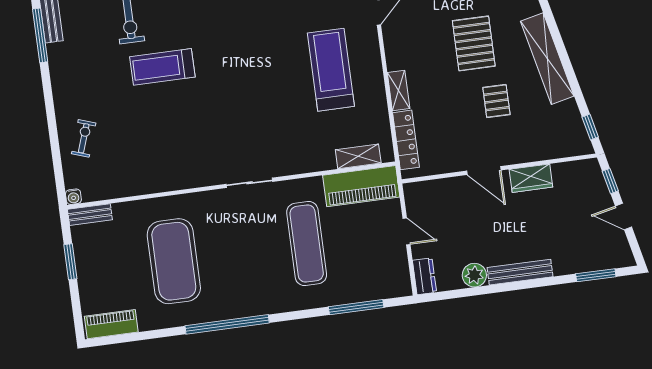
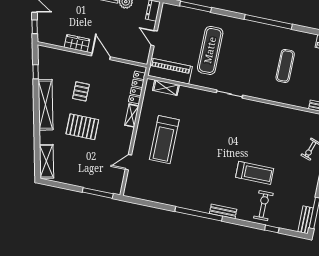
pallet: (474, 43) -> (82, 127), turned 90
window: (590, 127) -> (36, 72), moved
exercise mat: (174, 261) -> (285, 66), width x0.50, depth x0.69

